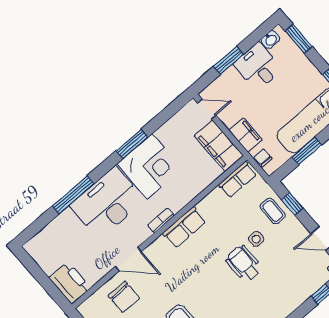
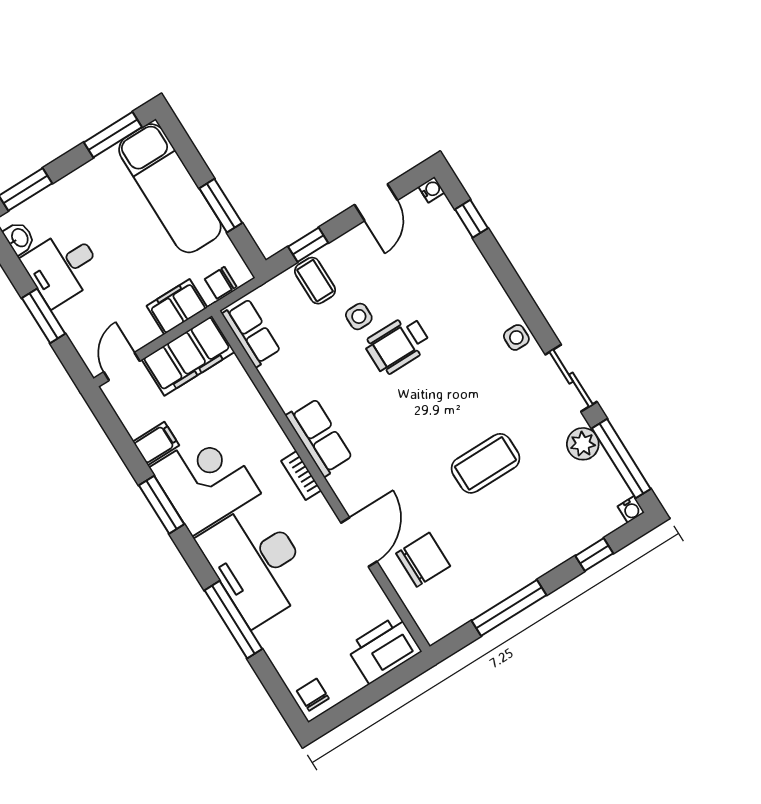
filing cabinet: (166, 135) -> (156, 444), added
coffee table: (273, 211) -> (315, 281), turned 90
chair: (38, 246) -> (313, 695), added

